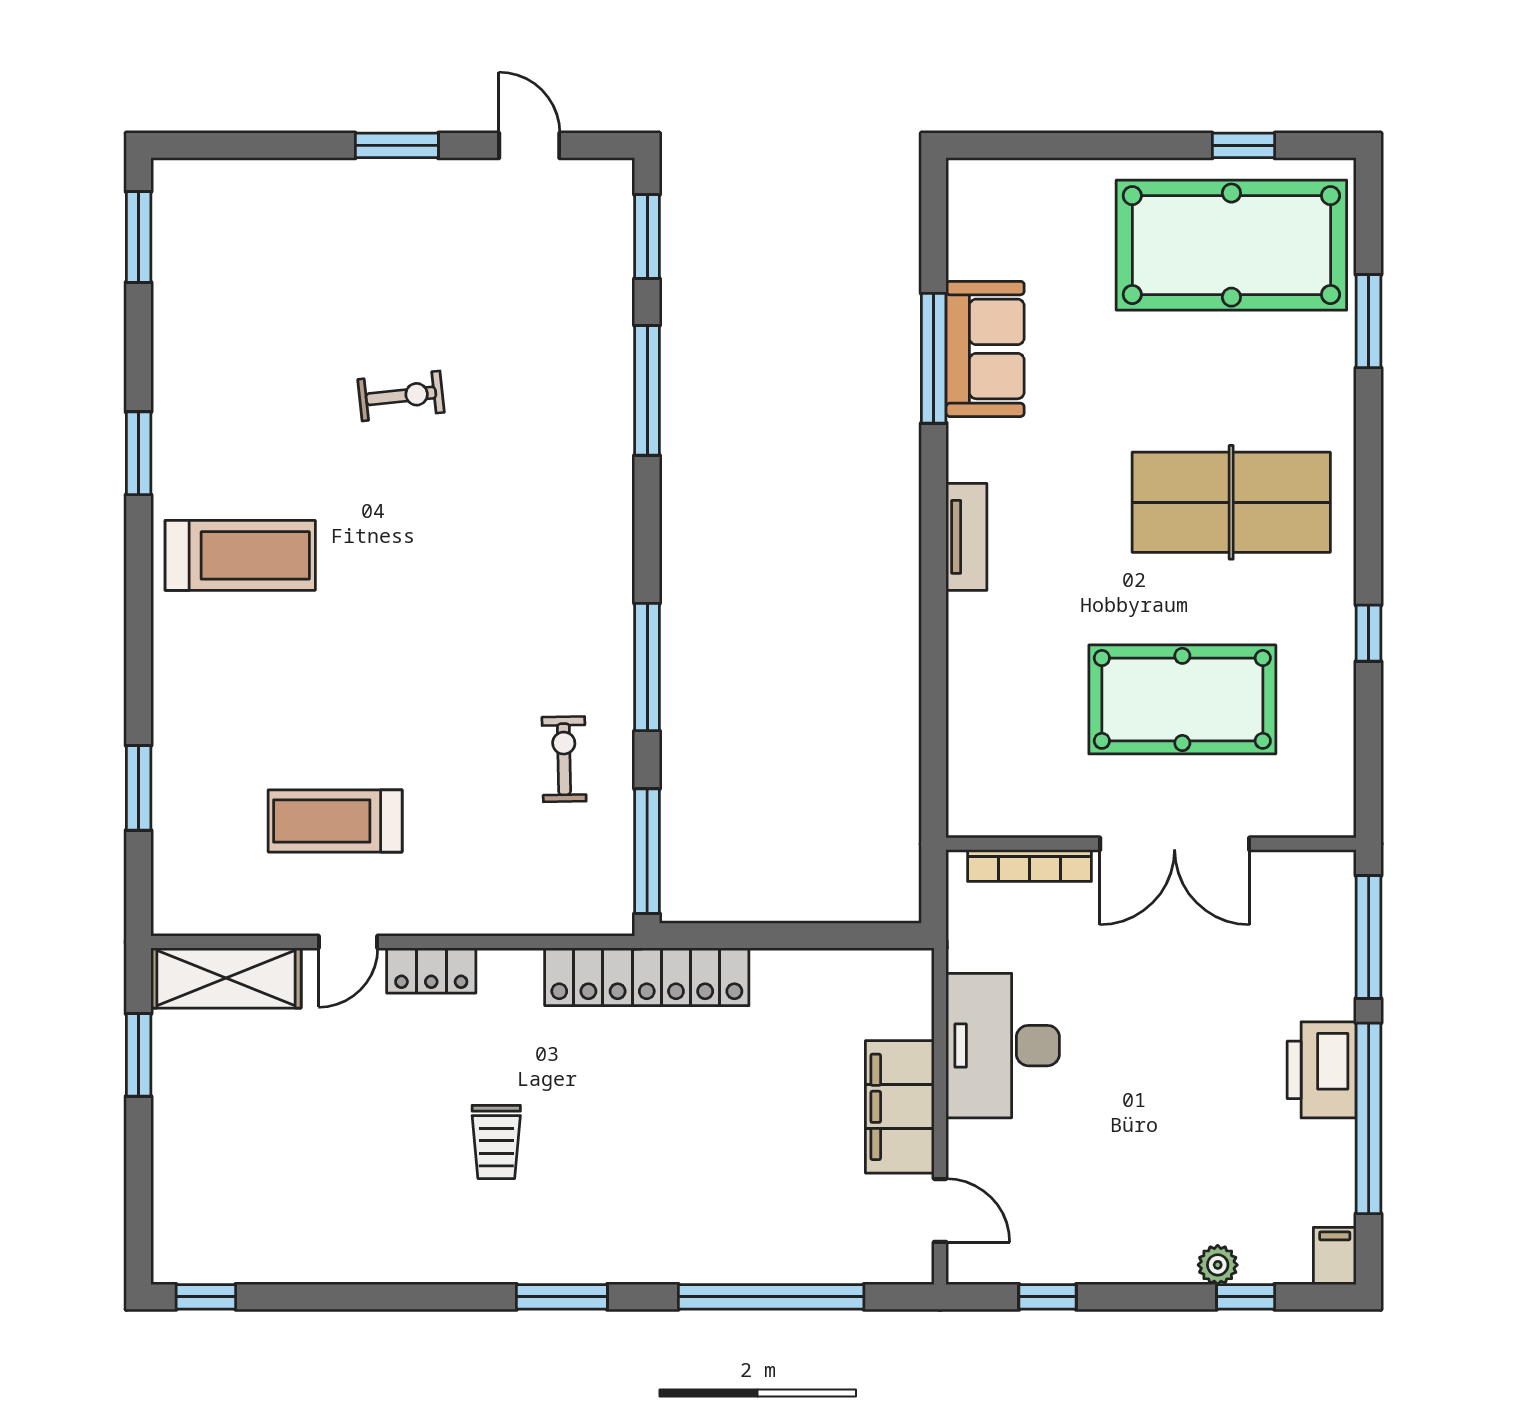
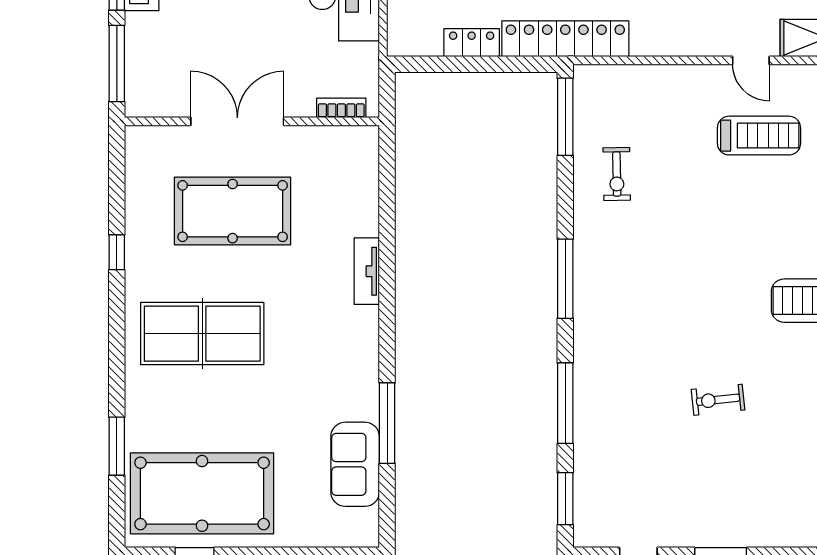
sofa: (985, 349) -> (355, 464), moved
tv unit: (966, 537) -> (367, 271), moved
window: (647, 667) -> (565, 279), moved
bookcase: (1030, 866) -> (341, 108), width x0.64
door: (348, 942) -> (751, 60), swing flipped
locker: (431, 970) -> (472, 43), moved

